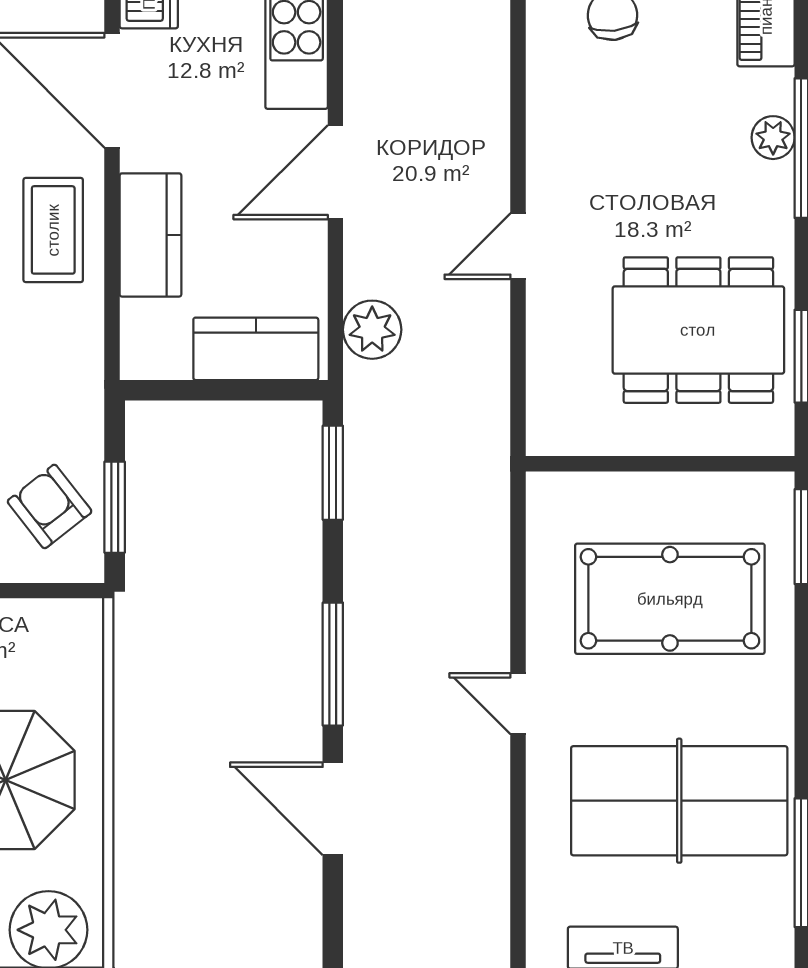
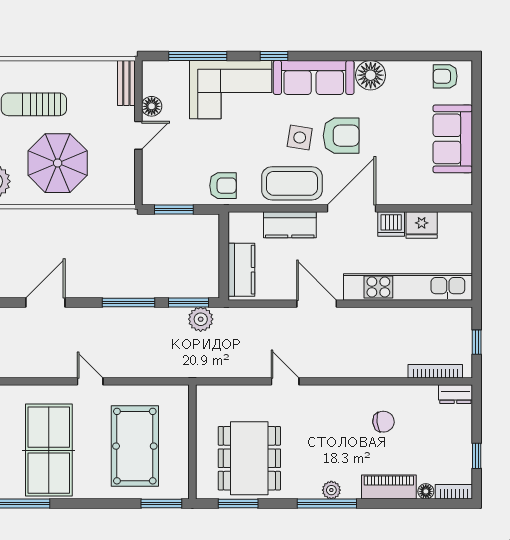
coffee table: (53, 230) -> (292, 183), width x1.36, depth x1.32
plant: (372, 330) -> (201, 319), moved
armchair: (50, 506) -> (223, 186), moved, turned 38
window: (333, 664) -> (128, 302), moved
door: (518, 704) -> (90, 381), hinge flipped

